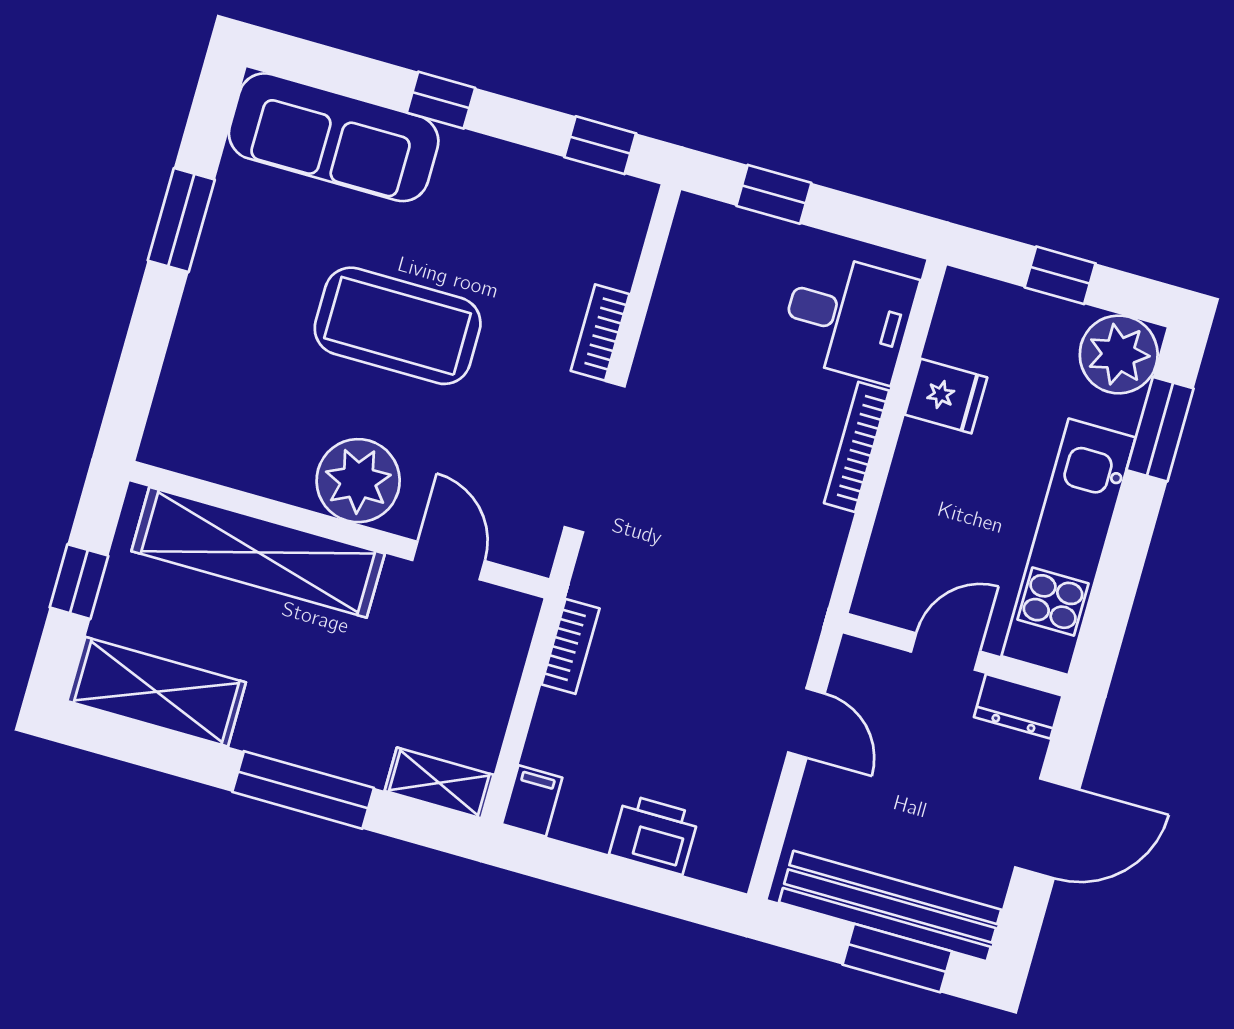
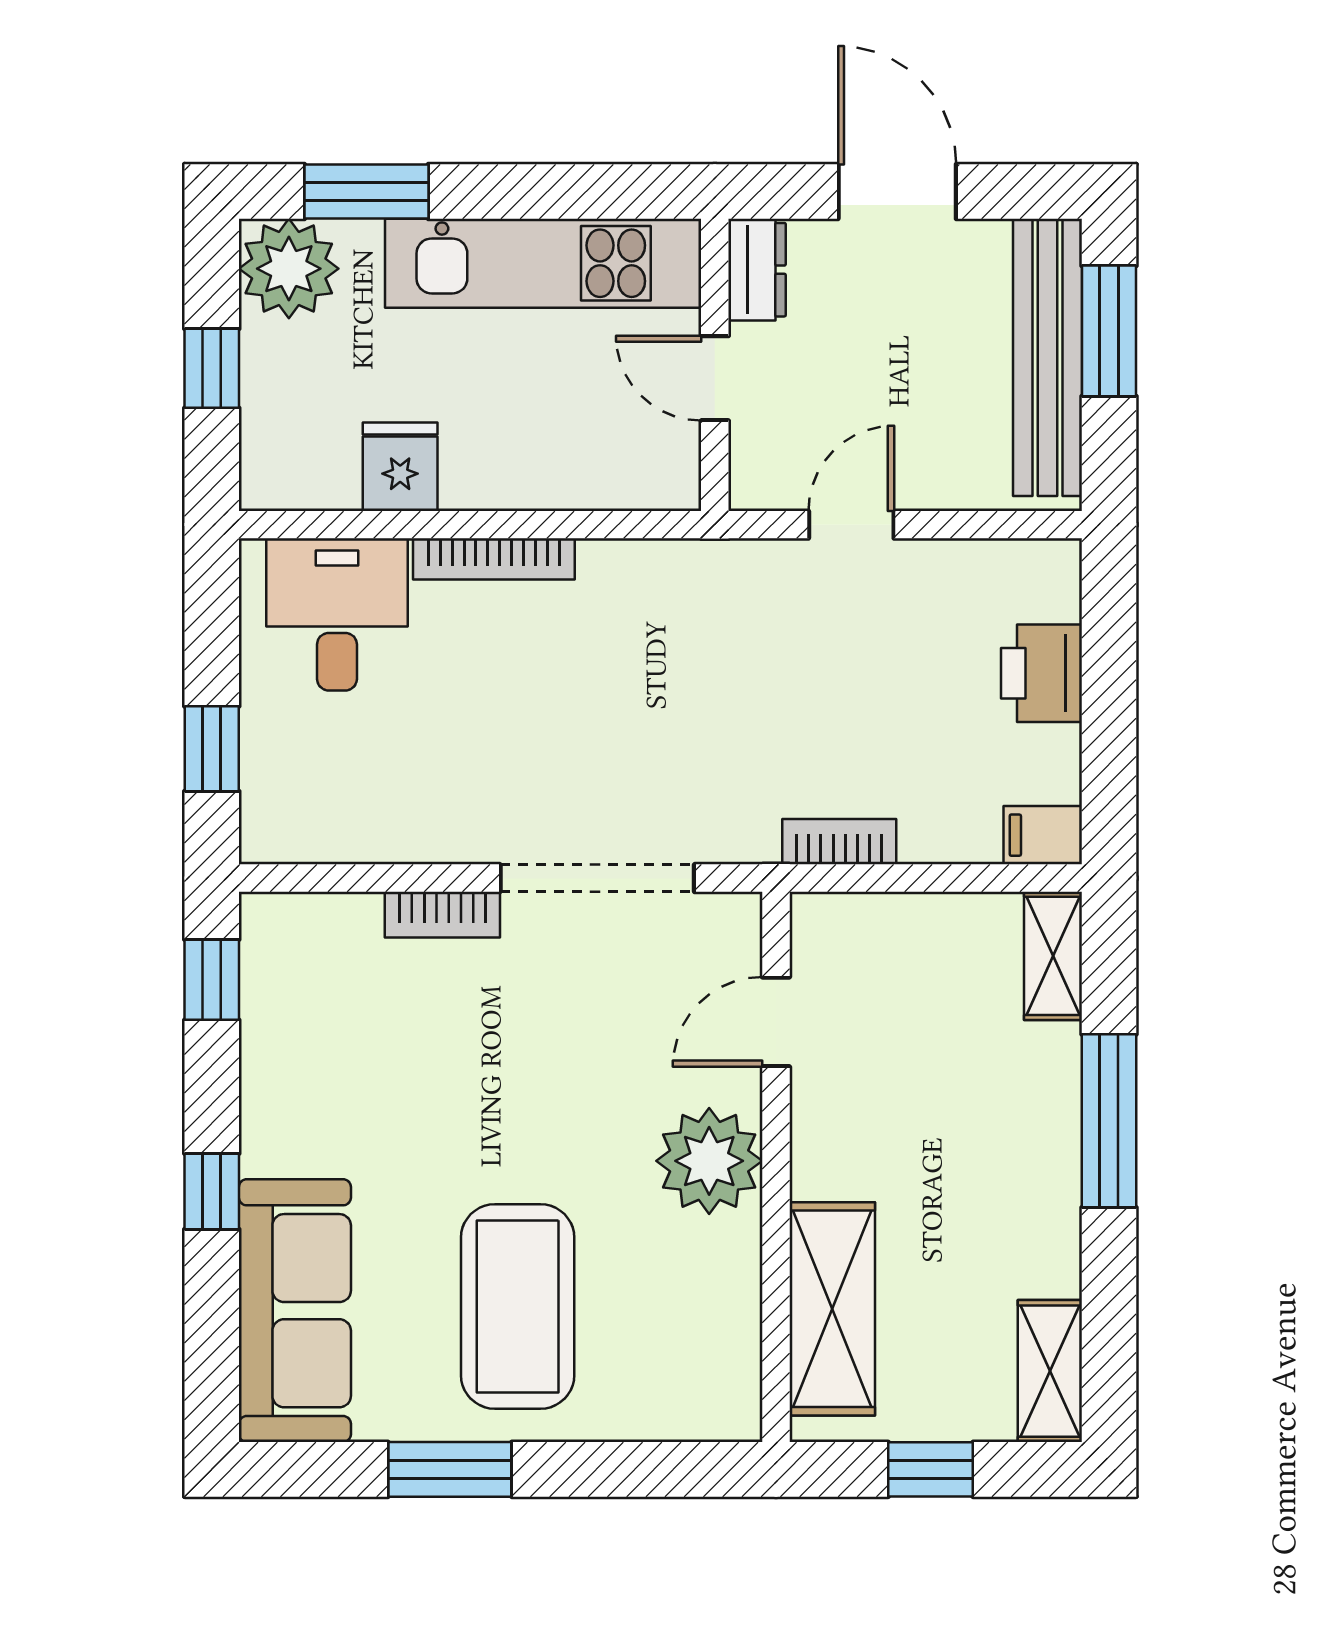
coffee table: (398, 326) -> (518, 1306), moved
shelving: (258, 552) -> (832, 1309), width x0.68
shelving: (157, 692) -> (1050, 1371), width x0.67, depth x0.75

